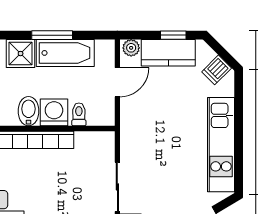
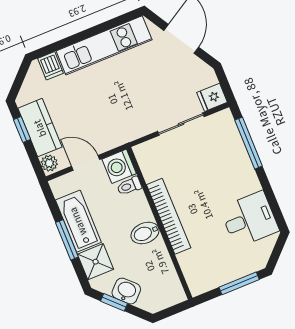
dishwasher: (217, 70) -> (51, 66), moved, turned 45
washing machine: (54, 112) -> (119, 166), moved

